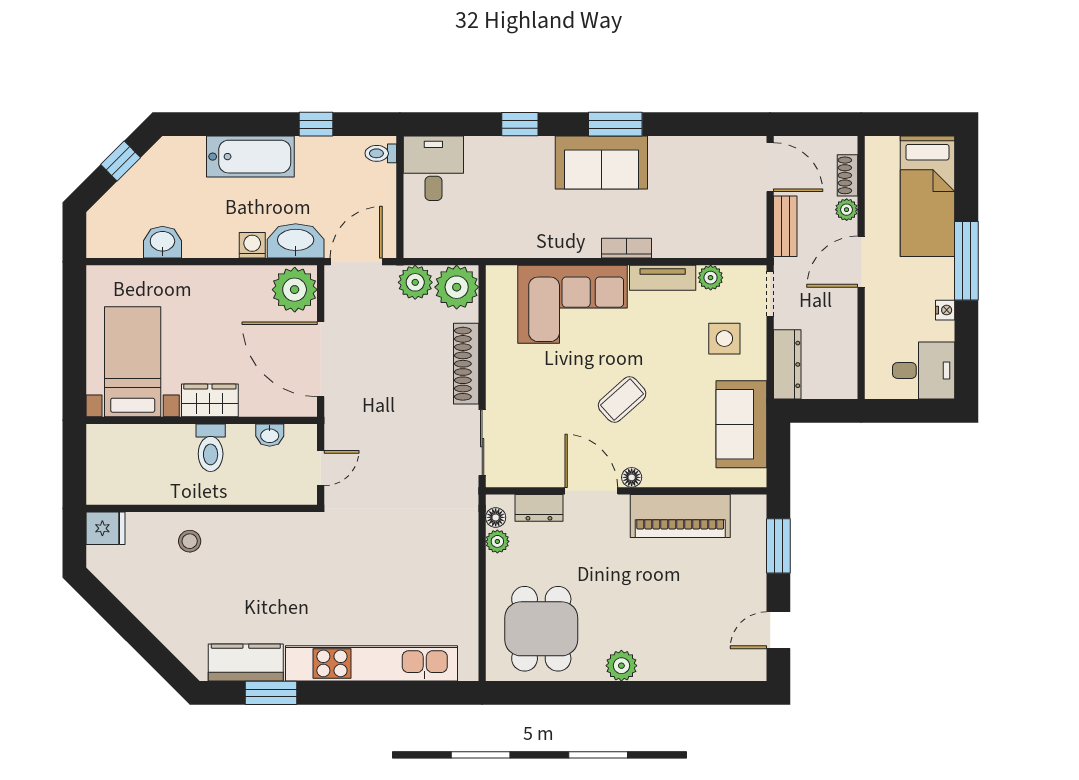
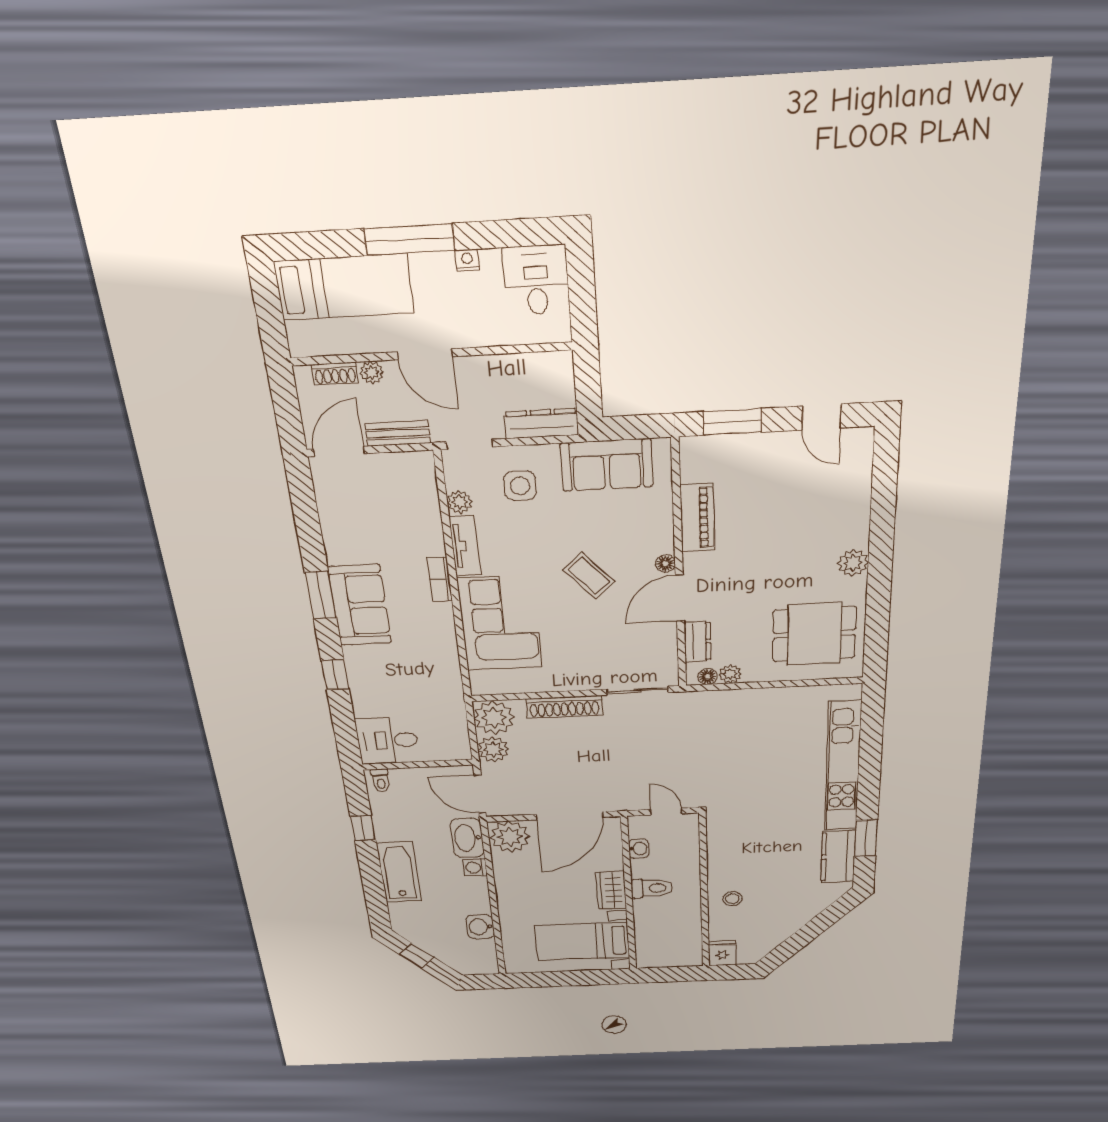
piano: (680, 516) -> (697, 518), width x0.73, depth x0.75

